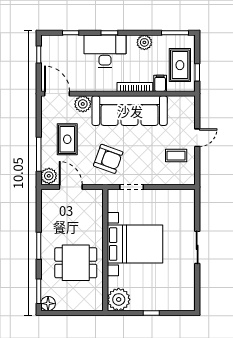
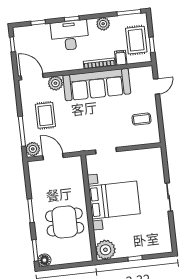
door: (197, 138) -> (157, 86), moved
armchair: (108, 159) -> (83, 129), removed

